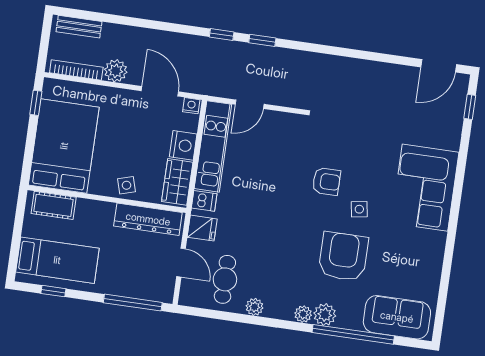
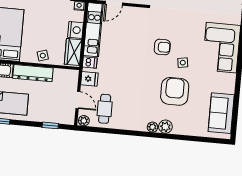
dresser: (148, 219) -> (33, 73), moved
window: (133, 303) -> (50, 125), width x0.46
plant: (254, 307) -> (84, 121), moved
sofa: (397, 317) -> (221, 113), moved, turned -90
window: (353, 334) -> (183, 138), removed

